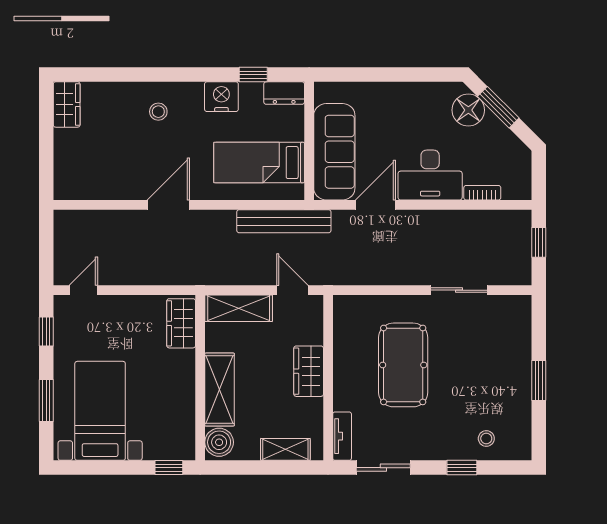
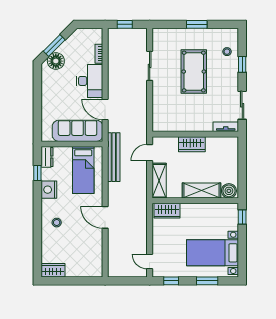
pool table: (403, 365) -> (194, 72), moved, turned 90
shelving: (285, 449) -> (233, 156), removed

